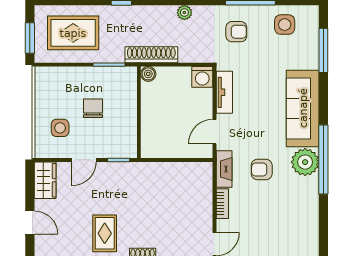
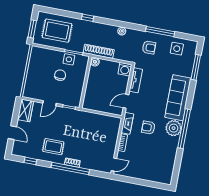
side table: (60, 128) -> (69, 59), moved
rug: (105, 233) -> (53, 147), turned 90

